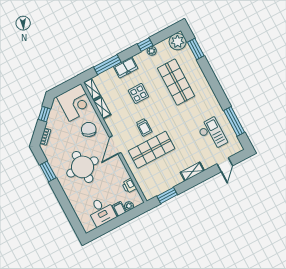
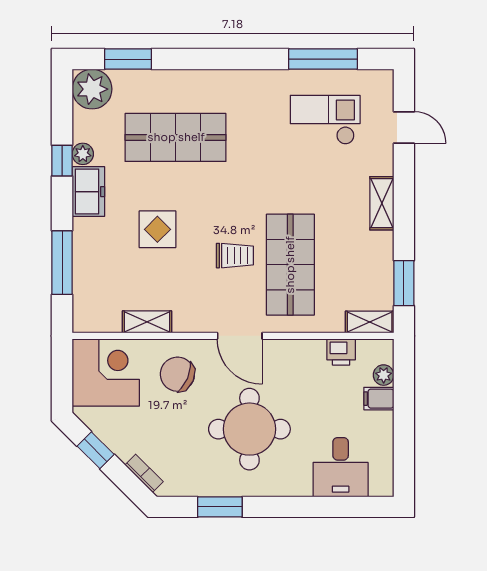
freezer: (126, 67) -> (88, 192), moved
shelving: (92, 89) -> (370, 322), moved
desk: (101, 211) -> (341, 467), moved, turned 90

